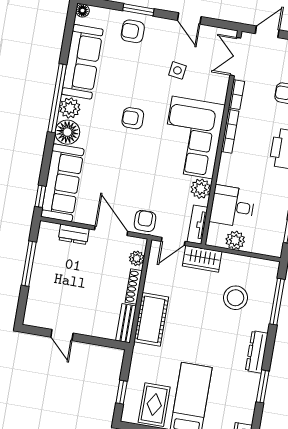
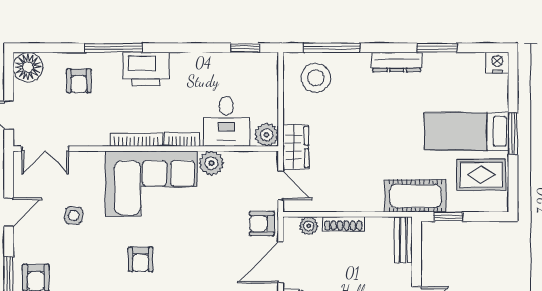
bookcase: (236, 95) -> (182, 139), moved
tv unit: (197, 225) -> (255, 160), removed
plant: (235, 240) -> (267, 135), moved
stool: (235, 298) -> (316, 78), moved
cot: (151, 319) -> (415, 196), moved
bench: (126, 323) -> (403, 240), moved, turned 90
window: (122, 392) -> (448, 217), moved

